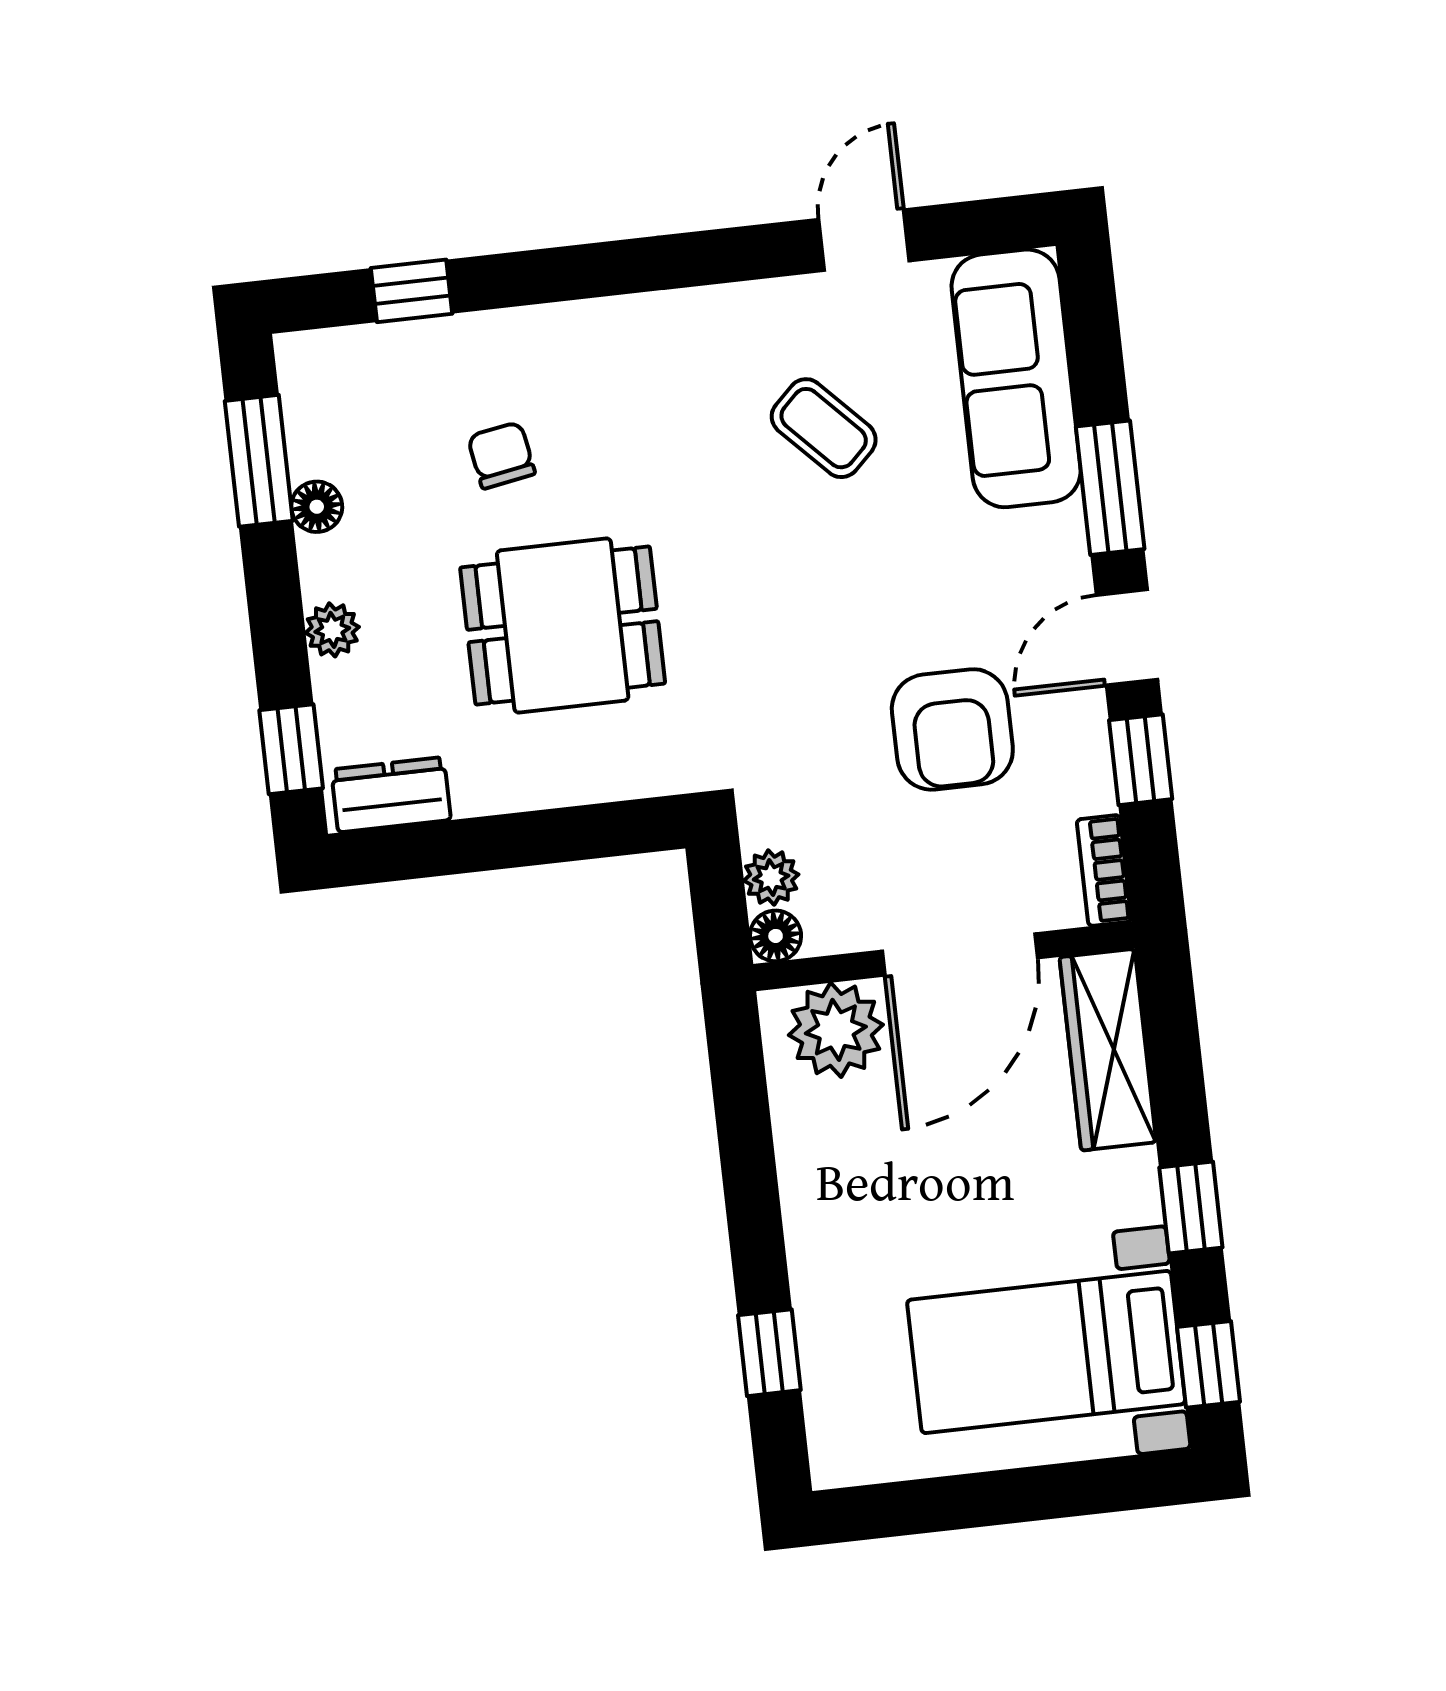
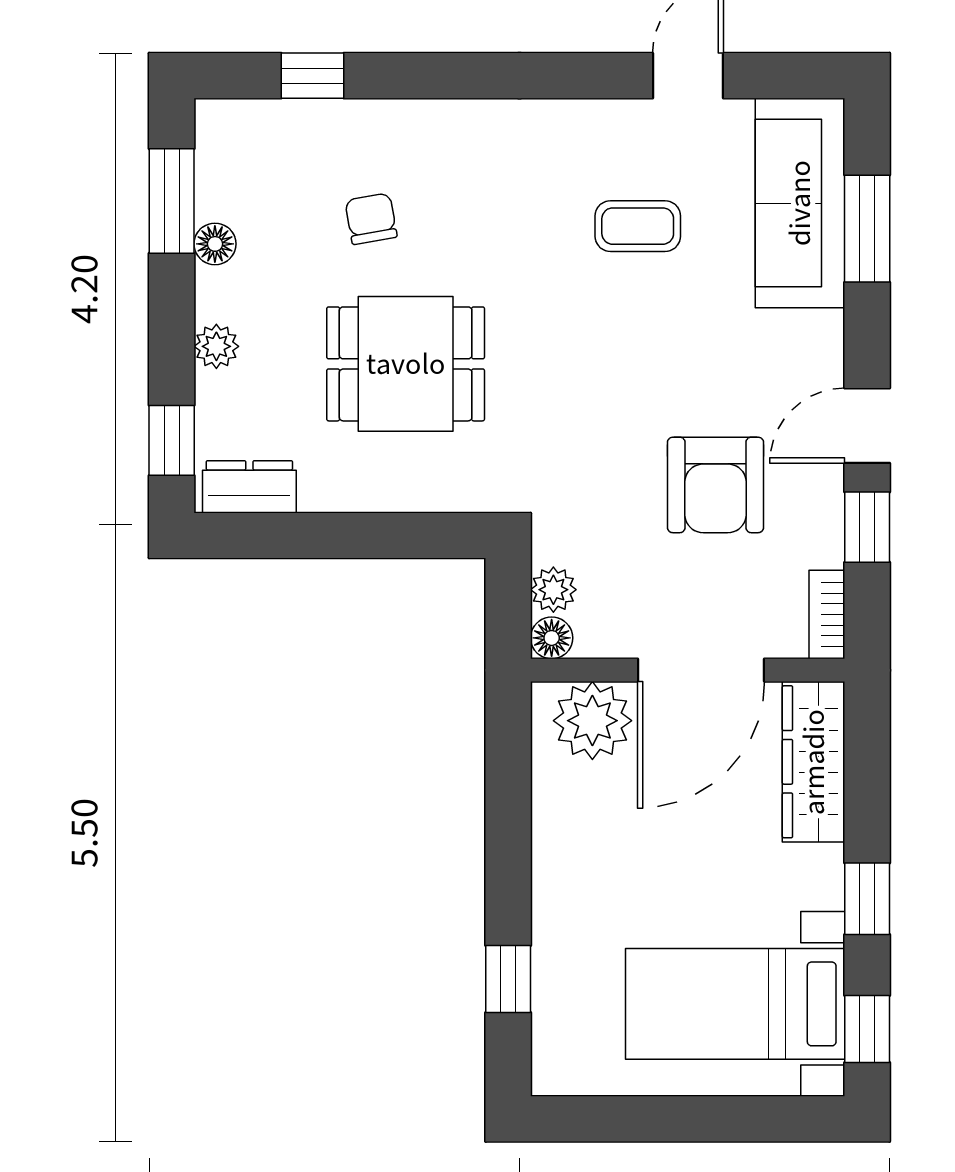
coffee table: (824, 428) -> (638, 226), turned -46
window: (1110, 488) -> (867, 229), moved

